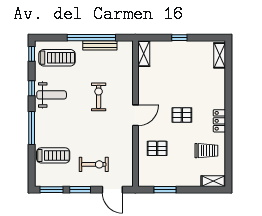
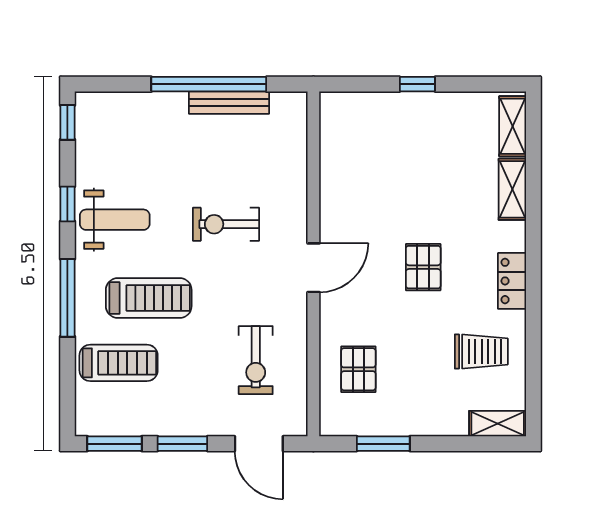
shelving: (144, 54) -> (512, 189), moved
treadmill: (57, 58) -> (149, 298), moved
exercise bike: (99, 97) -> (226, 224), turned -90
pallet: (182, 115) -> (423, 267), turned 90
pallet: (157, 148) -> (358, 369), moved, turned 90
exercise bike: (94, 164) -> (256, 360), moved, turned 90

